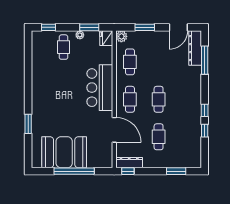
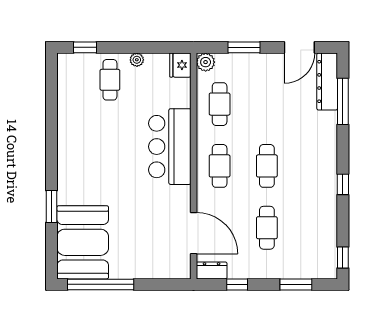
window: (89, 27) -> (152, 47), removed
door: (114, 130) -> (194, 233), moved
window: (205, 131) -> (343, 258), moved
booth: (64, 152) -> (83, 242), moved, turned 90
dresser: (129, 163) -> (212, 270), width x0.70
window: (74, 171) -> (101, 284), moved
window: (128, 171) -> (237, 284), moved

